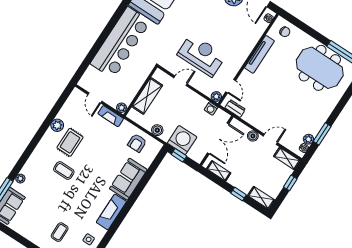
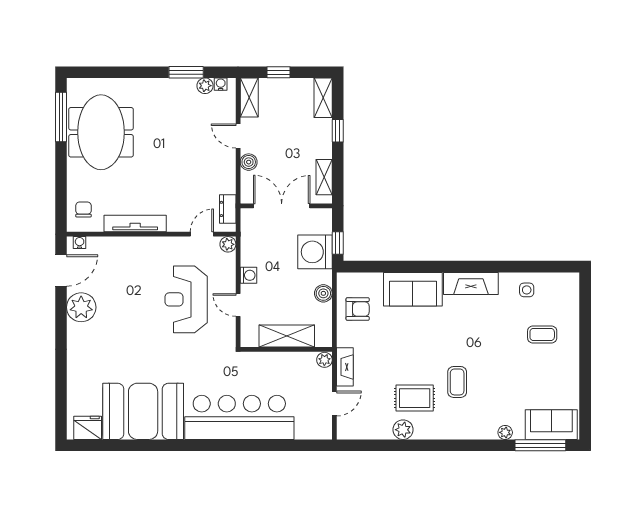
washing machine: (211, 109) -> (248, 275), moved

